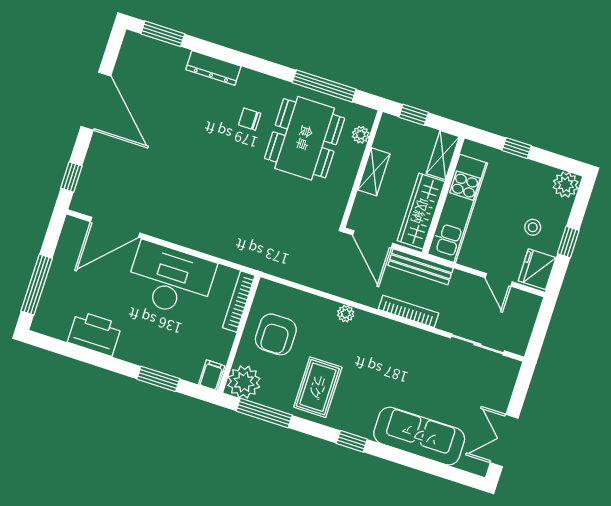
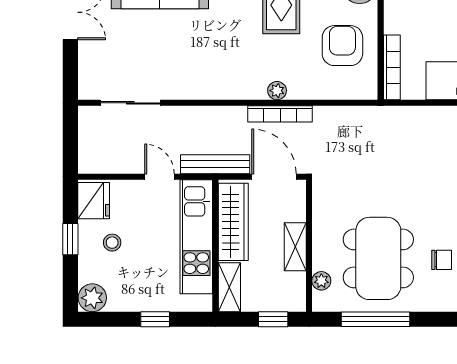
door: (499, 280) -> (159, 177), moved
bookcase: (408, 311) -> (280, 114), moved

